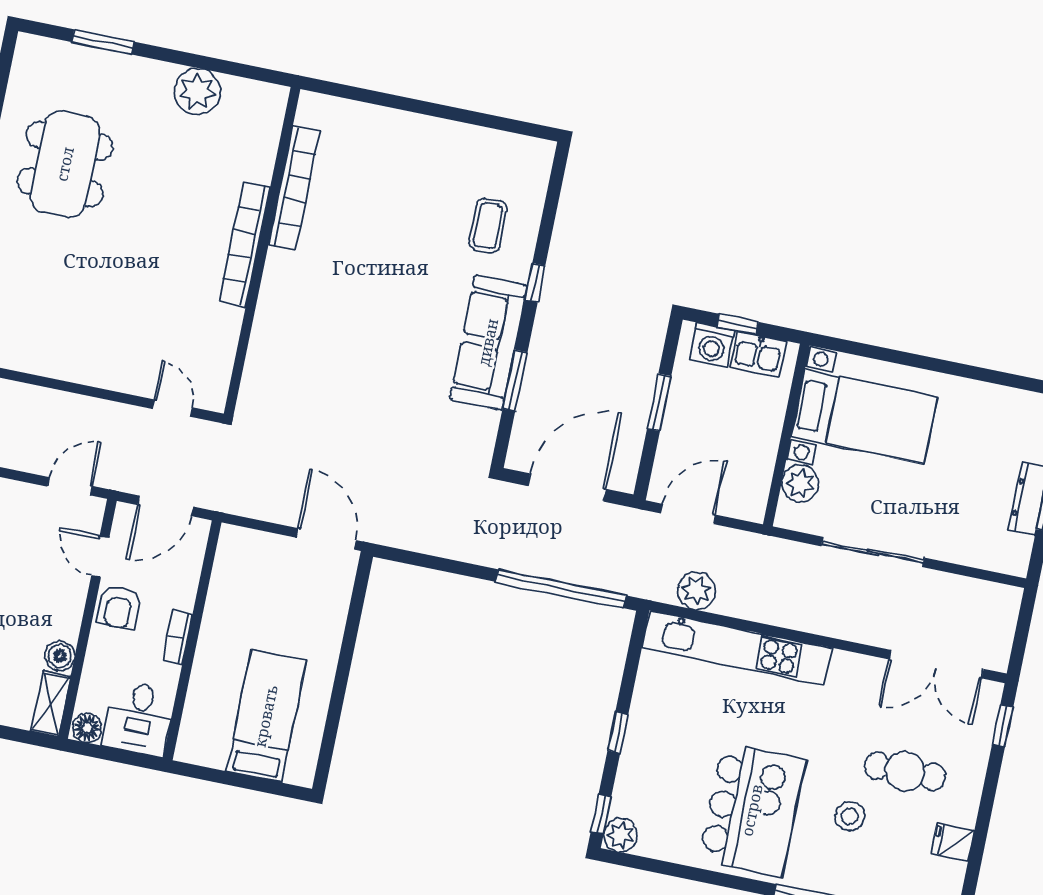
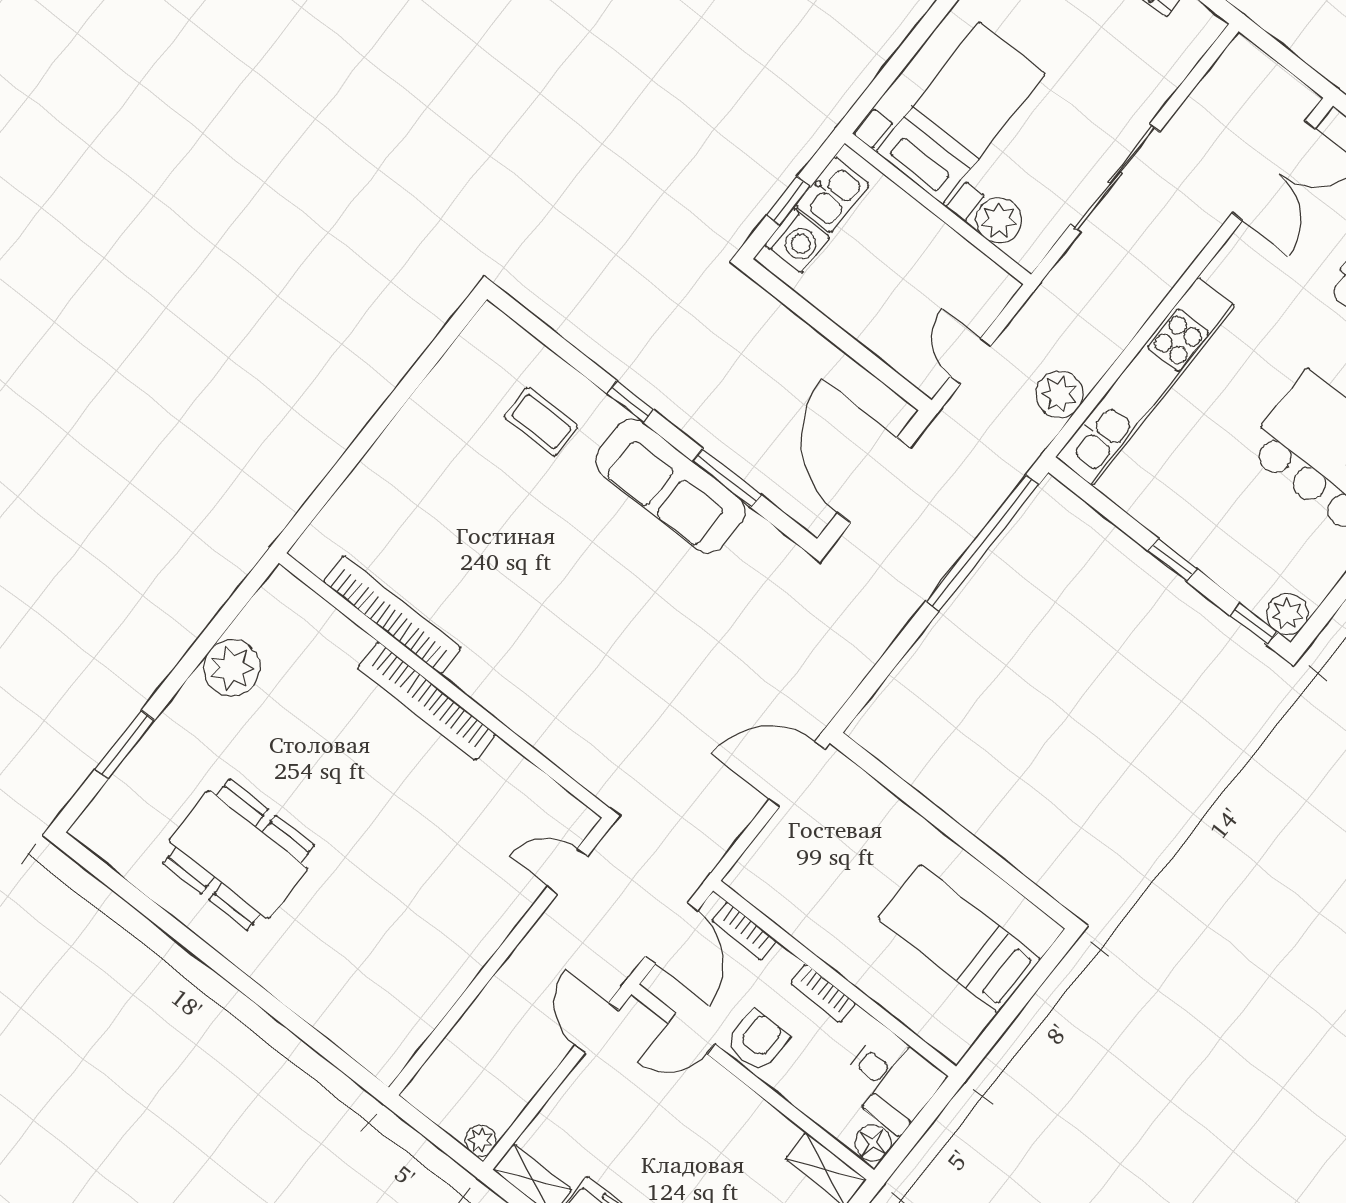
window: (659, 402) -> (831, 331), removed
door: (688, 514) -> (970, 361), width x0.73
bookcase: (194, 558) -> (744, 931), added
armchair: (119, 607) -> (757, 1040), turned -90
boiler: (60, 656) -> (778, 1133), removed

